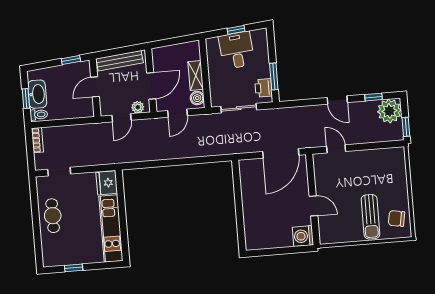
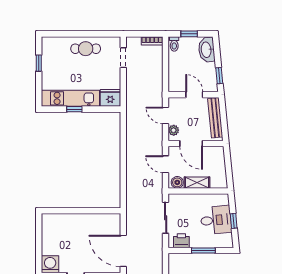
window: (274, 76) -> (203, 250), moved
washbasin: (37, 94) -> (207, 50), moved, turned 84
window: (123, 223) -> (74, 109), added

